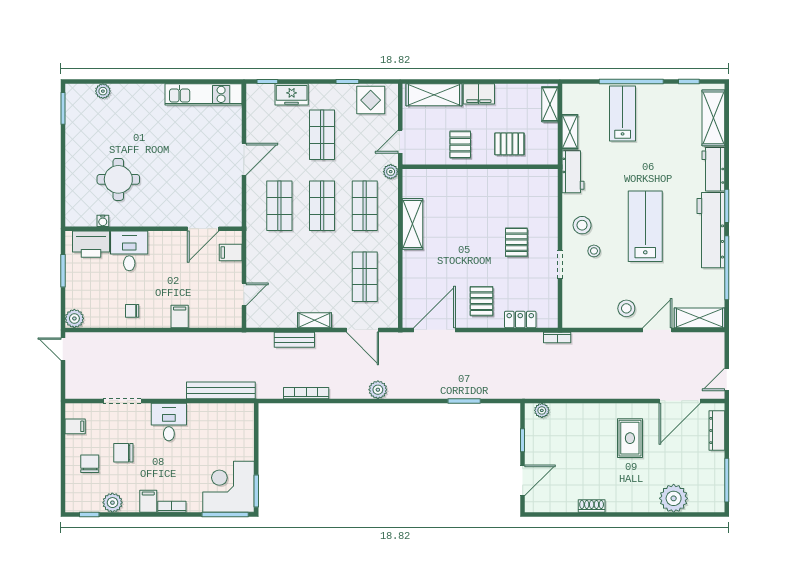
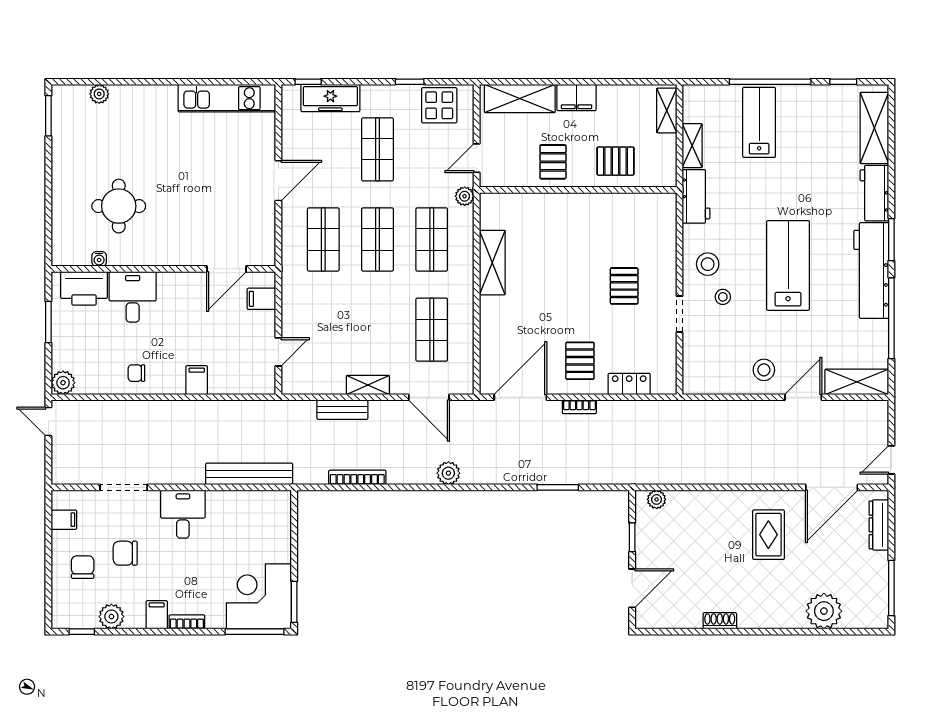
freezer: (292, 94) -> (330, 98), width x1.40
bookcase: (557, 337) -> (579, 407), moved

